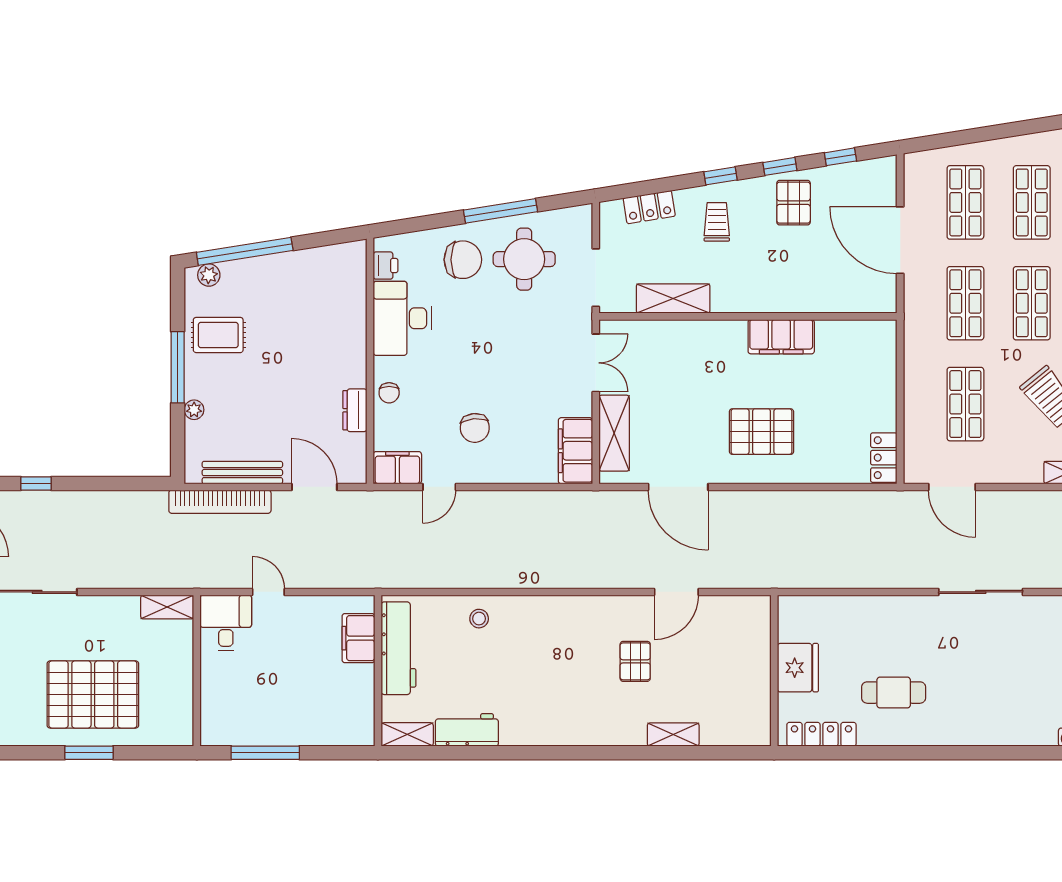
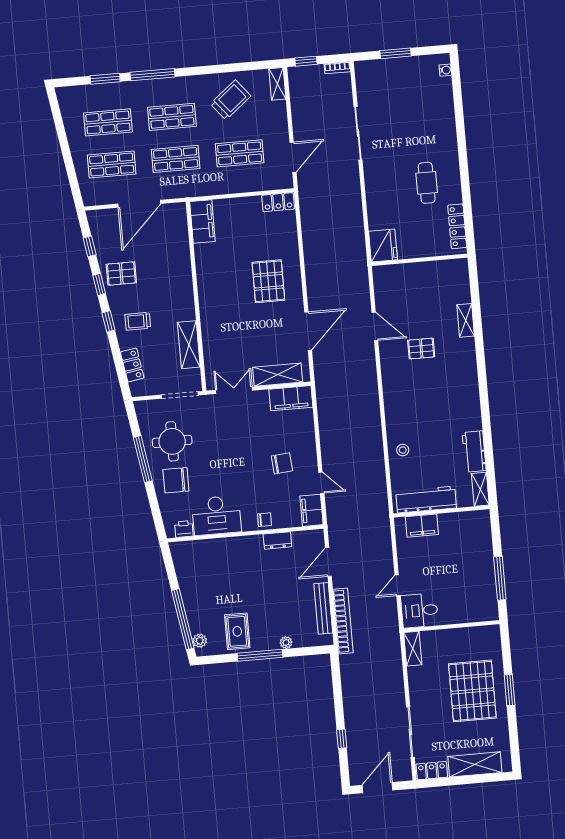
chair: (463, 260) -> (176, 480), turned -90
filing cabinet: (781, 337) -> (202, 221), moved
fridge: (798, 668) -> (383, 246), moved, turned 90

